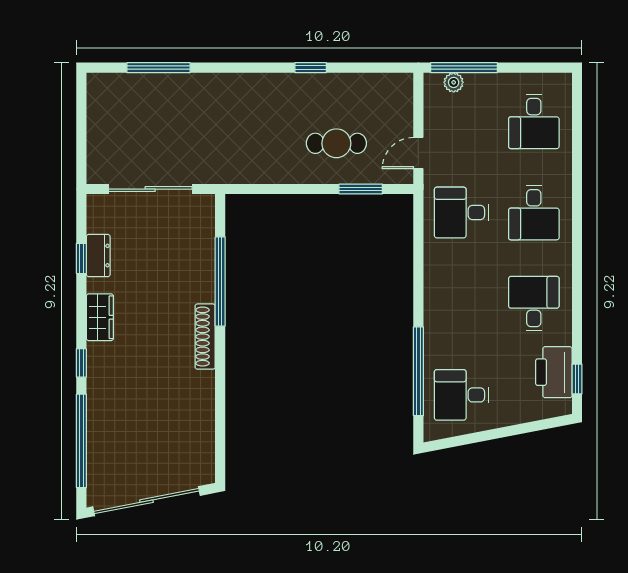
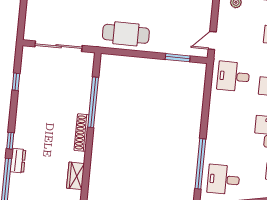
cafe table: (336, 143) -> (126, 34), moved, width x1.37, depth x1.35
dresser: (98, 256) -> (18, 161), moved
wardrobe: (100, 317) -> (75, 176), moved, turned 180

